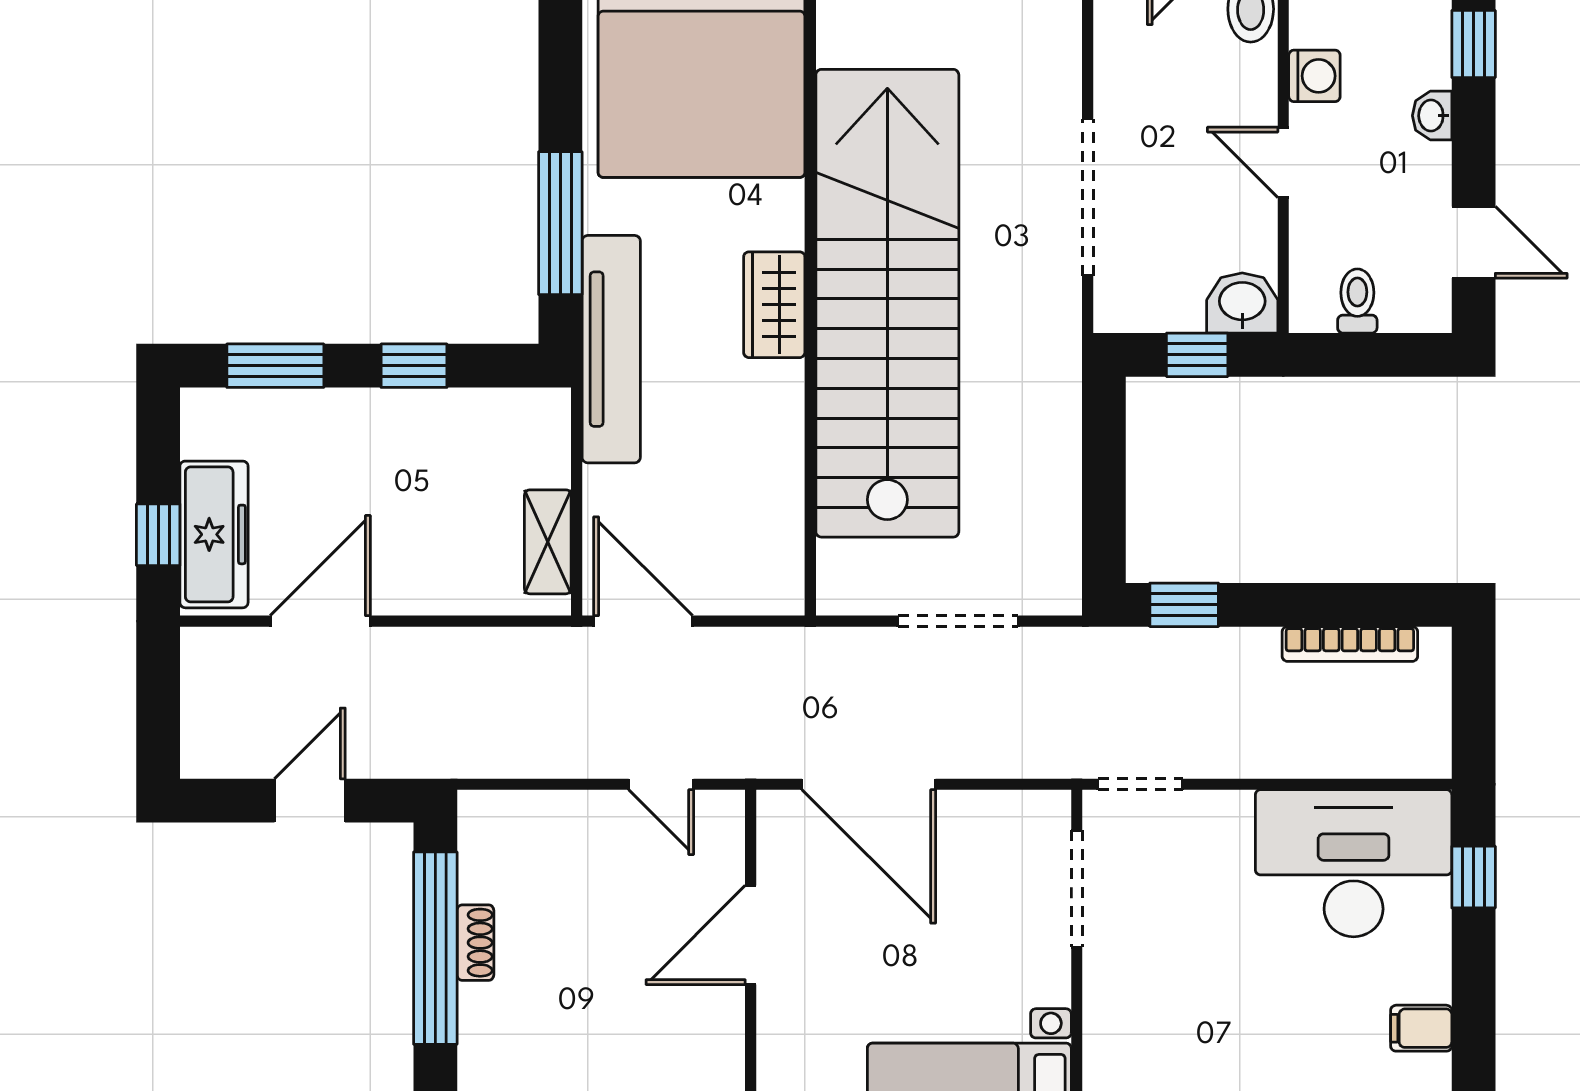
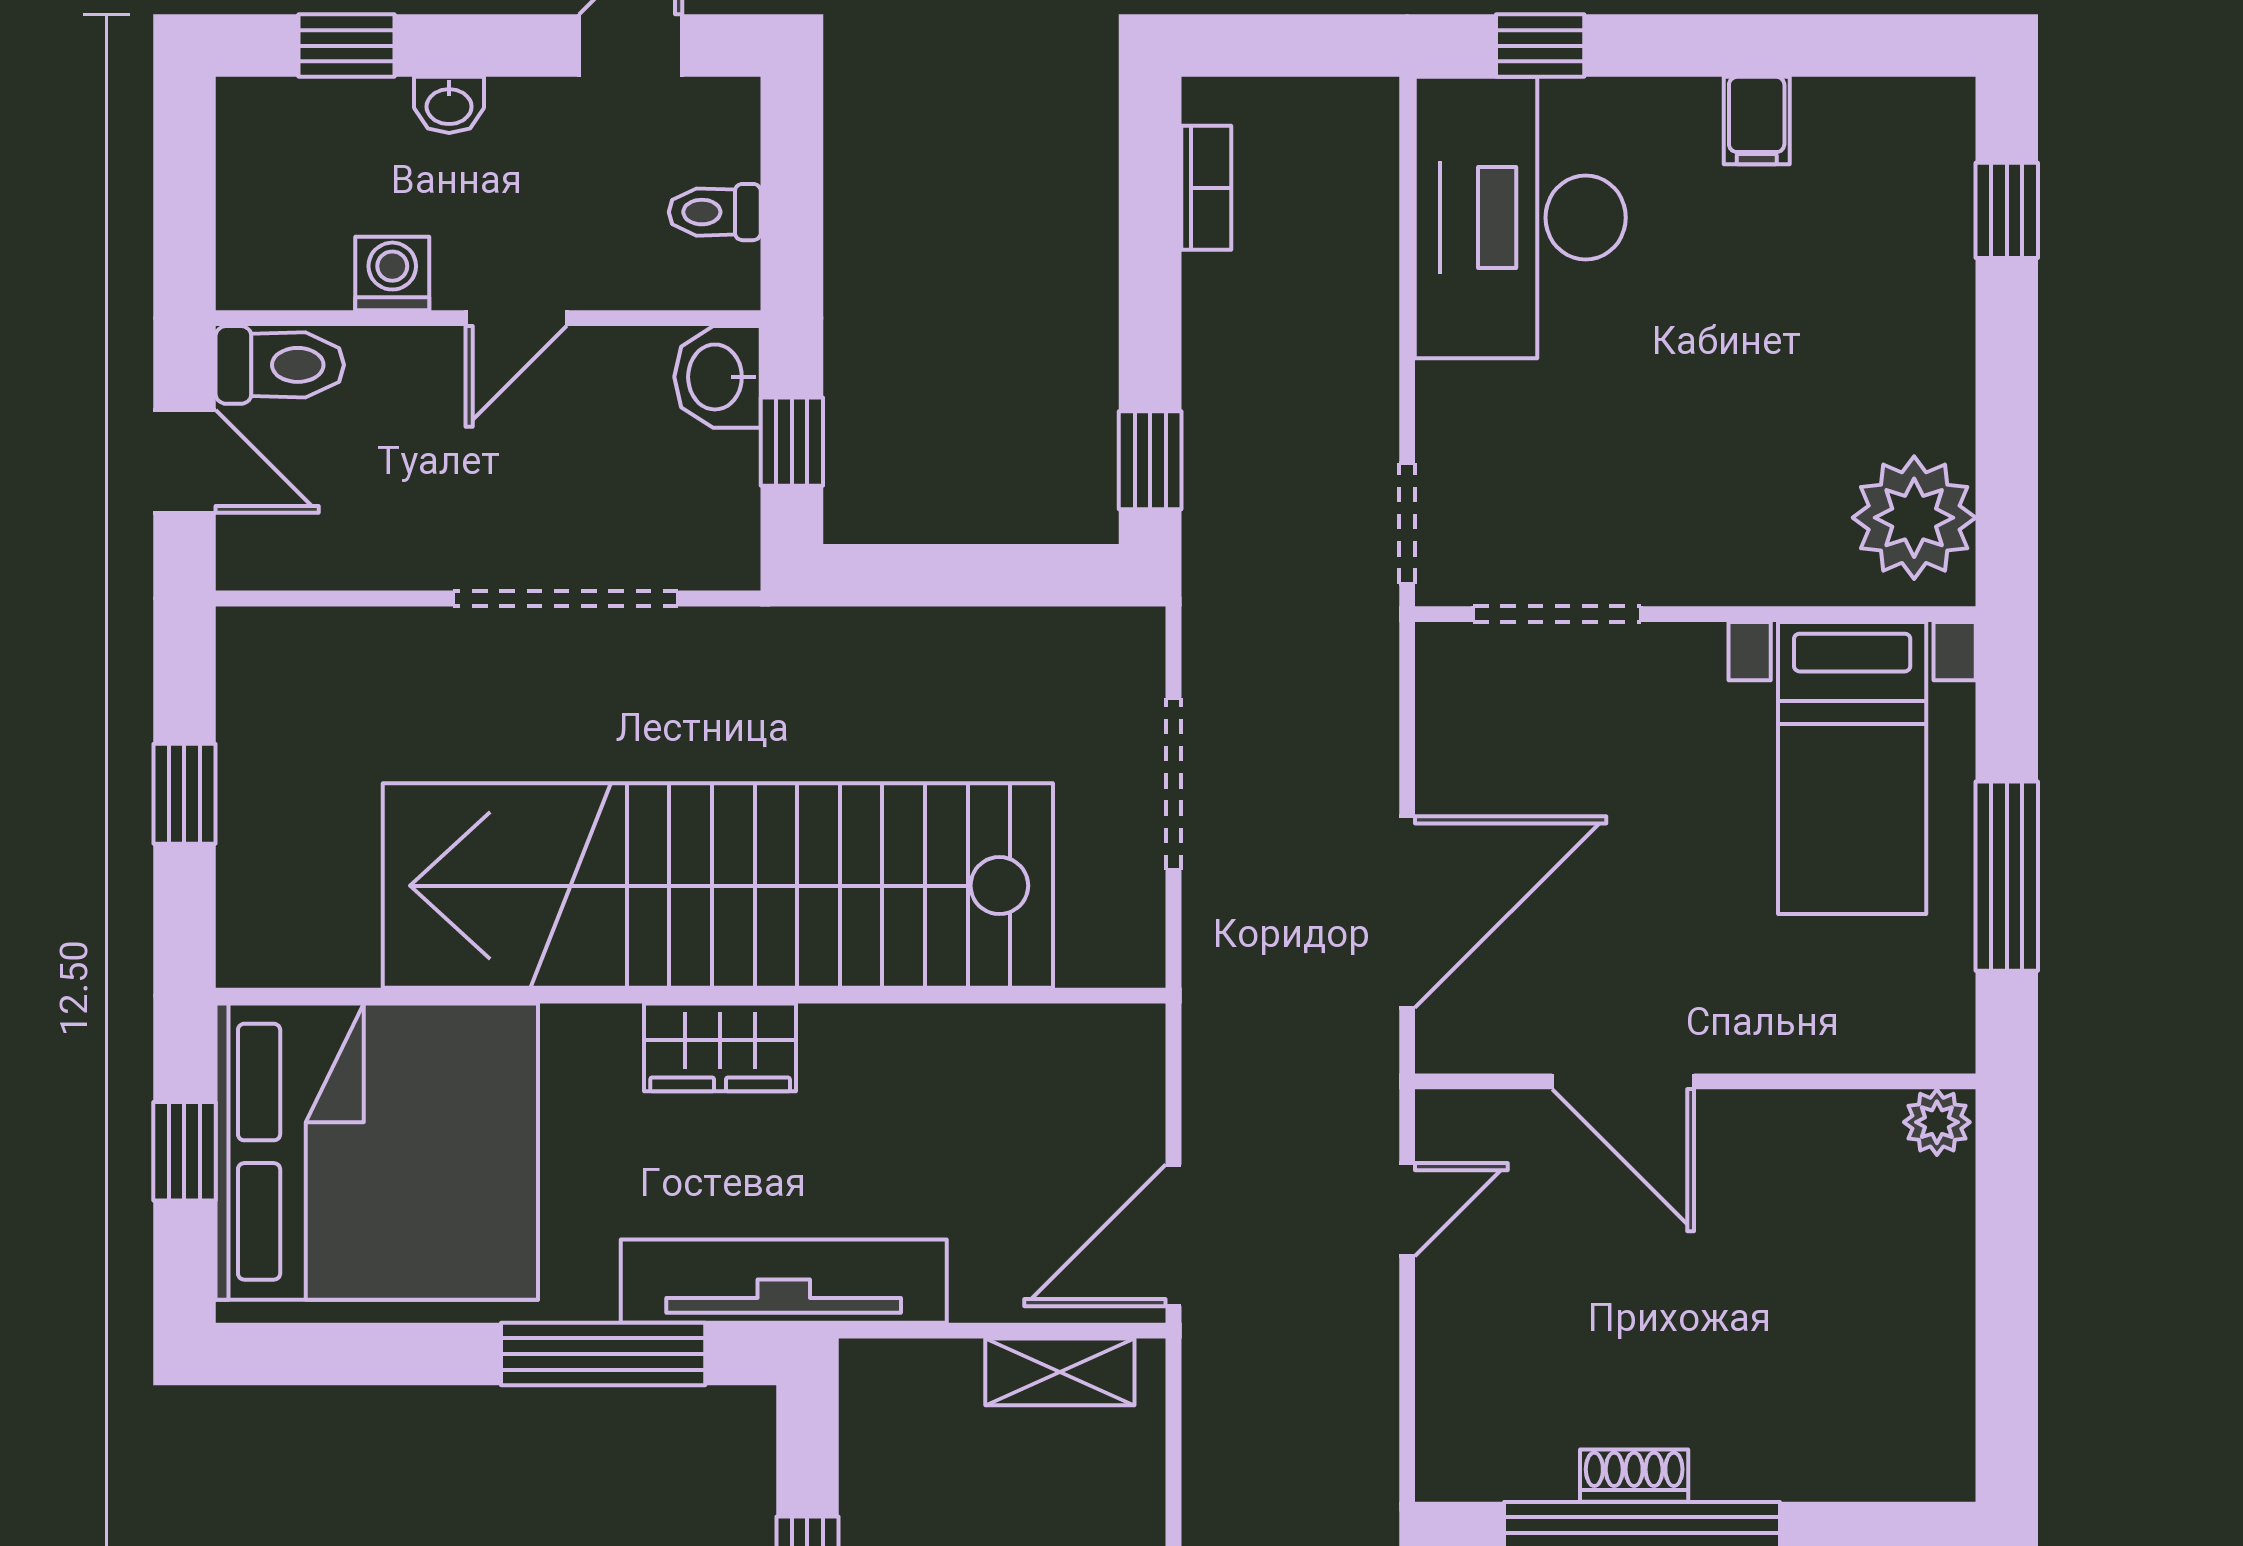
bookcase: (1350, 644) -> (1206, 188), width x0.64

